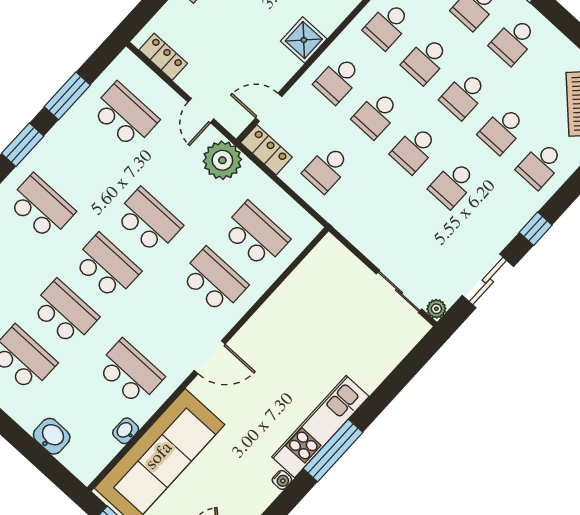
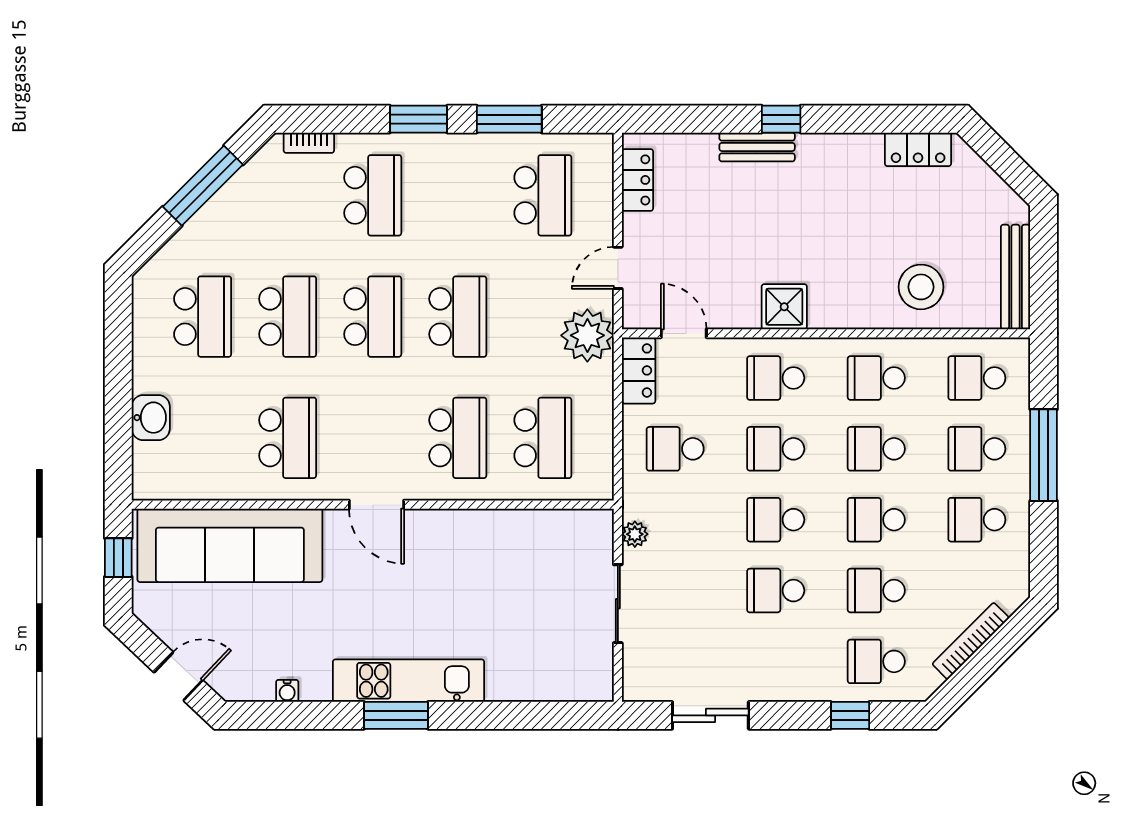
window: (536, 229) -> (850, 715), moved
sliding door: (399, 291) -> (618, 604), moved
plant: (436, 309) -> (635, 534), moved
washbasin: (126, 431) -> (224, 487), removed
window: (333, 451) -> (396, 715), width x0.69
water cooler: (282, 480) -> (287, 691), moved

